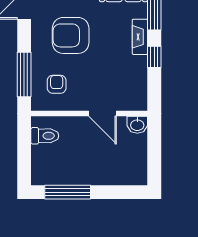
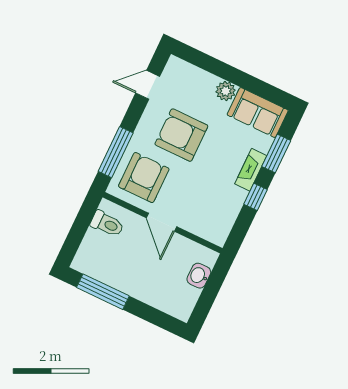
armchair: (57, 84) -> (144, 178), width x1.88, depth x1.88
door: (102, 114) -> (162, 222), moved
washbasin: (137, 125) -> (199, 276), moved, turned 90

